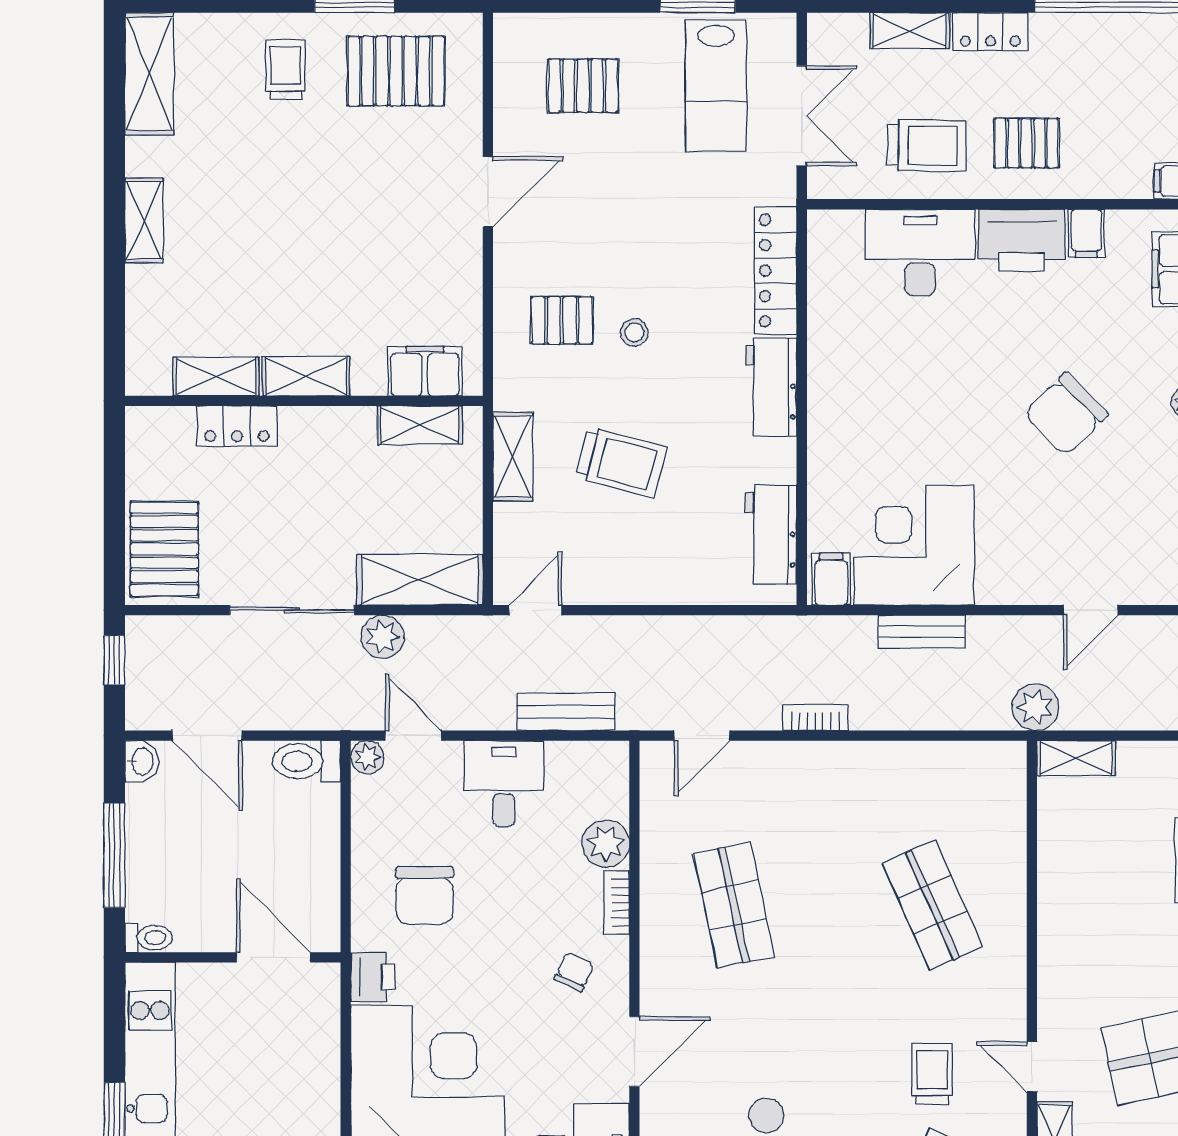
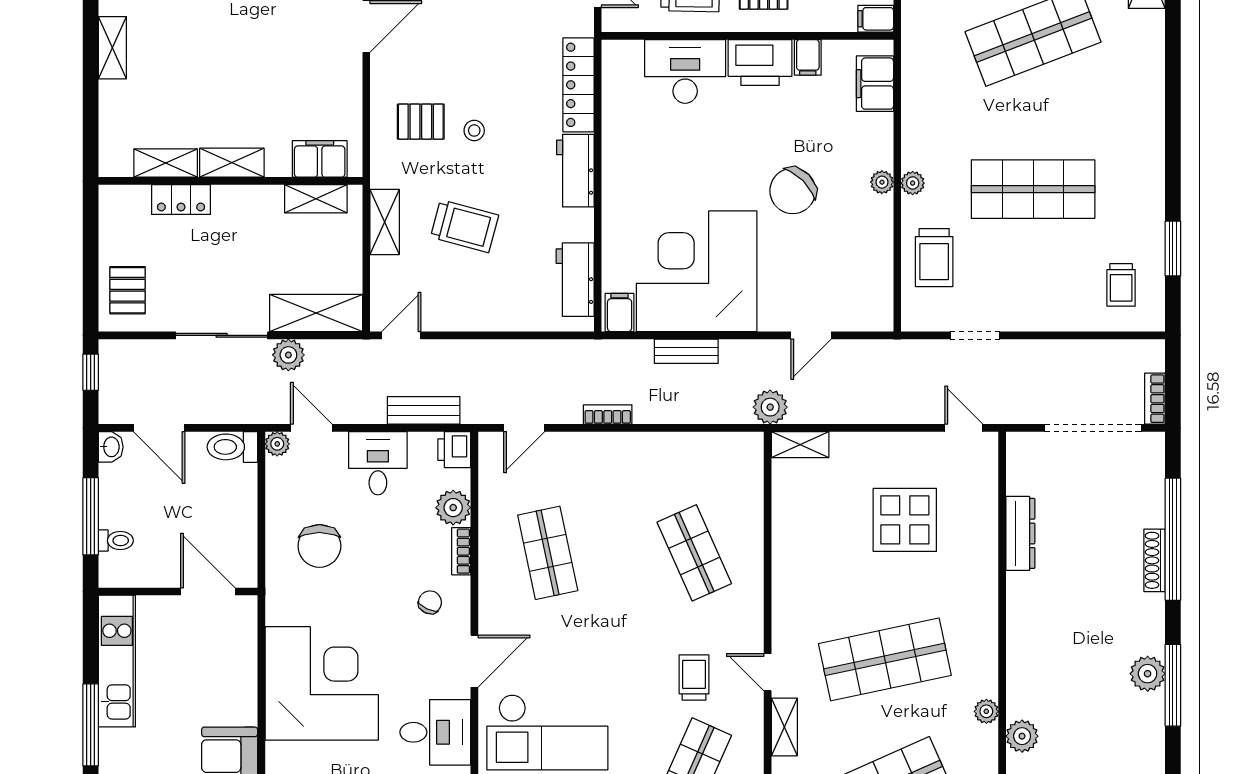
corner desk: (914, 545) -> (697, 271), width x1.36, depth x1.36
pallet: (164, 549) -> (128, 290), width x0.67, depth x0.71
toilet: (149, 938) -> (116, 541), moved
printer: (373, 977) -> (454, 450), moved, turned 180

